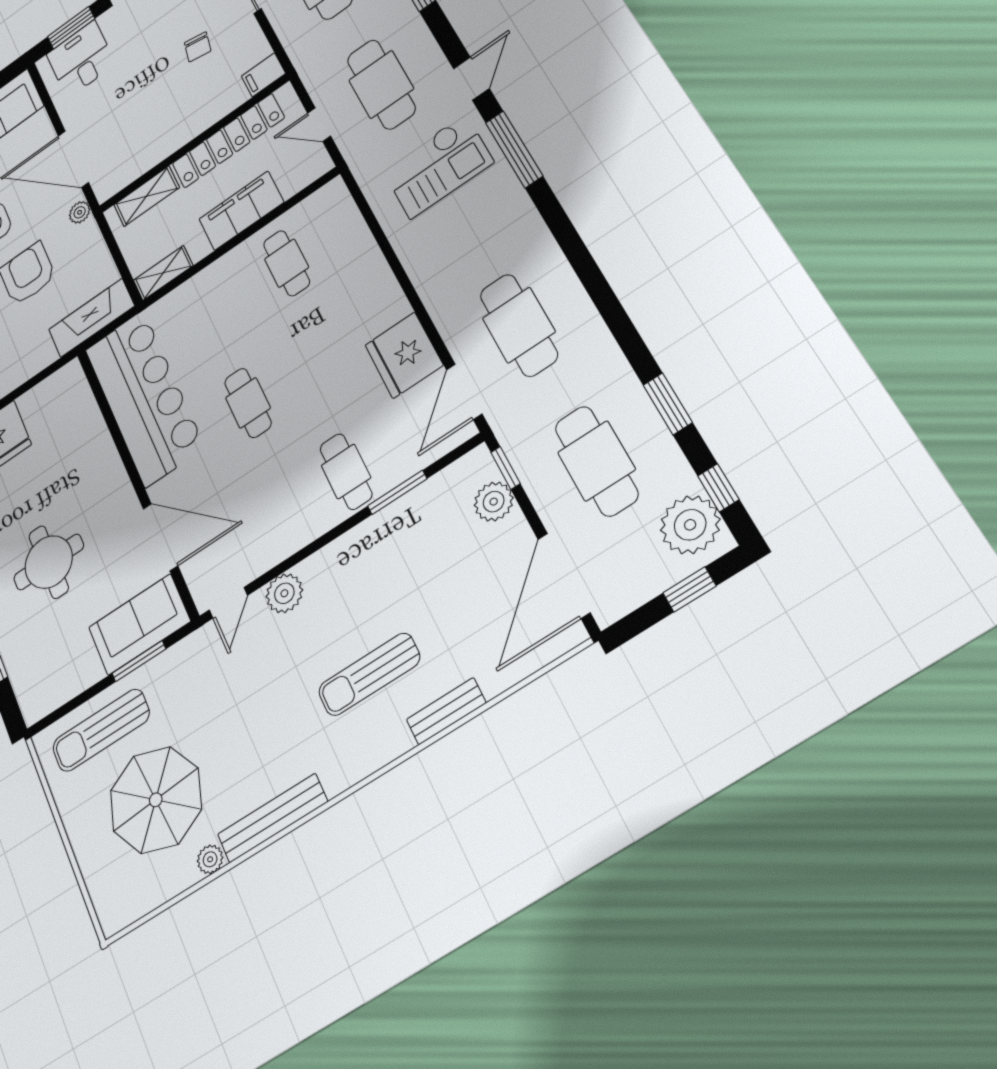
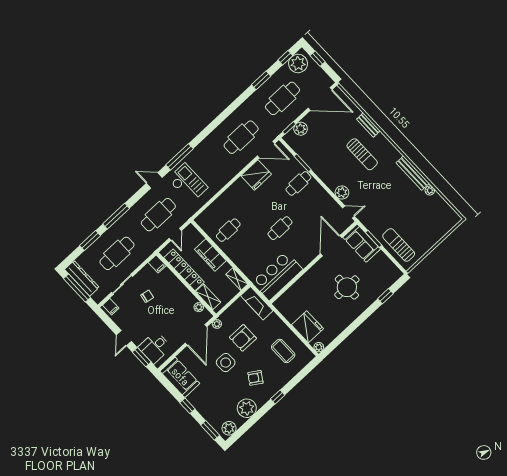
plant: (132, 171) -> (199, 307), added
bar counter: (144, 398) -> (277, 276), width x0.73
sun lounger: (101, 730) -> (399, 245), turned 180
parasol: (156, 800) -> (416, 216), removed

